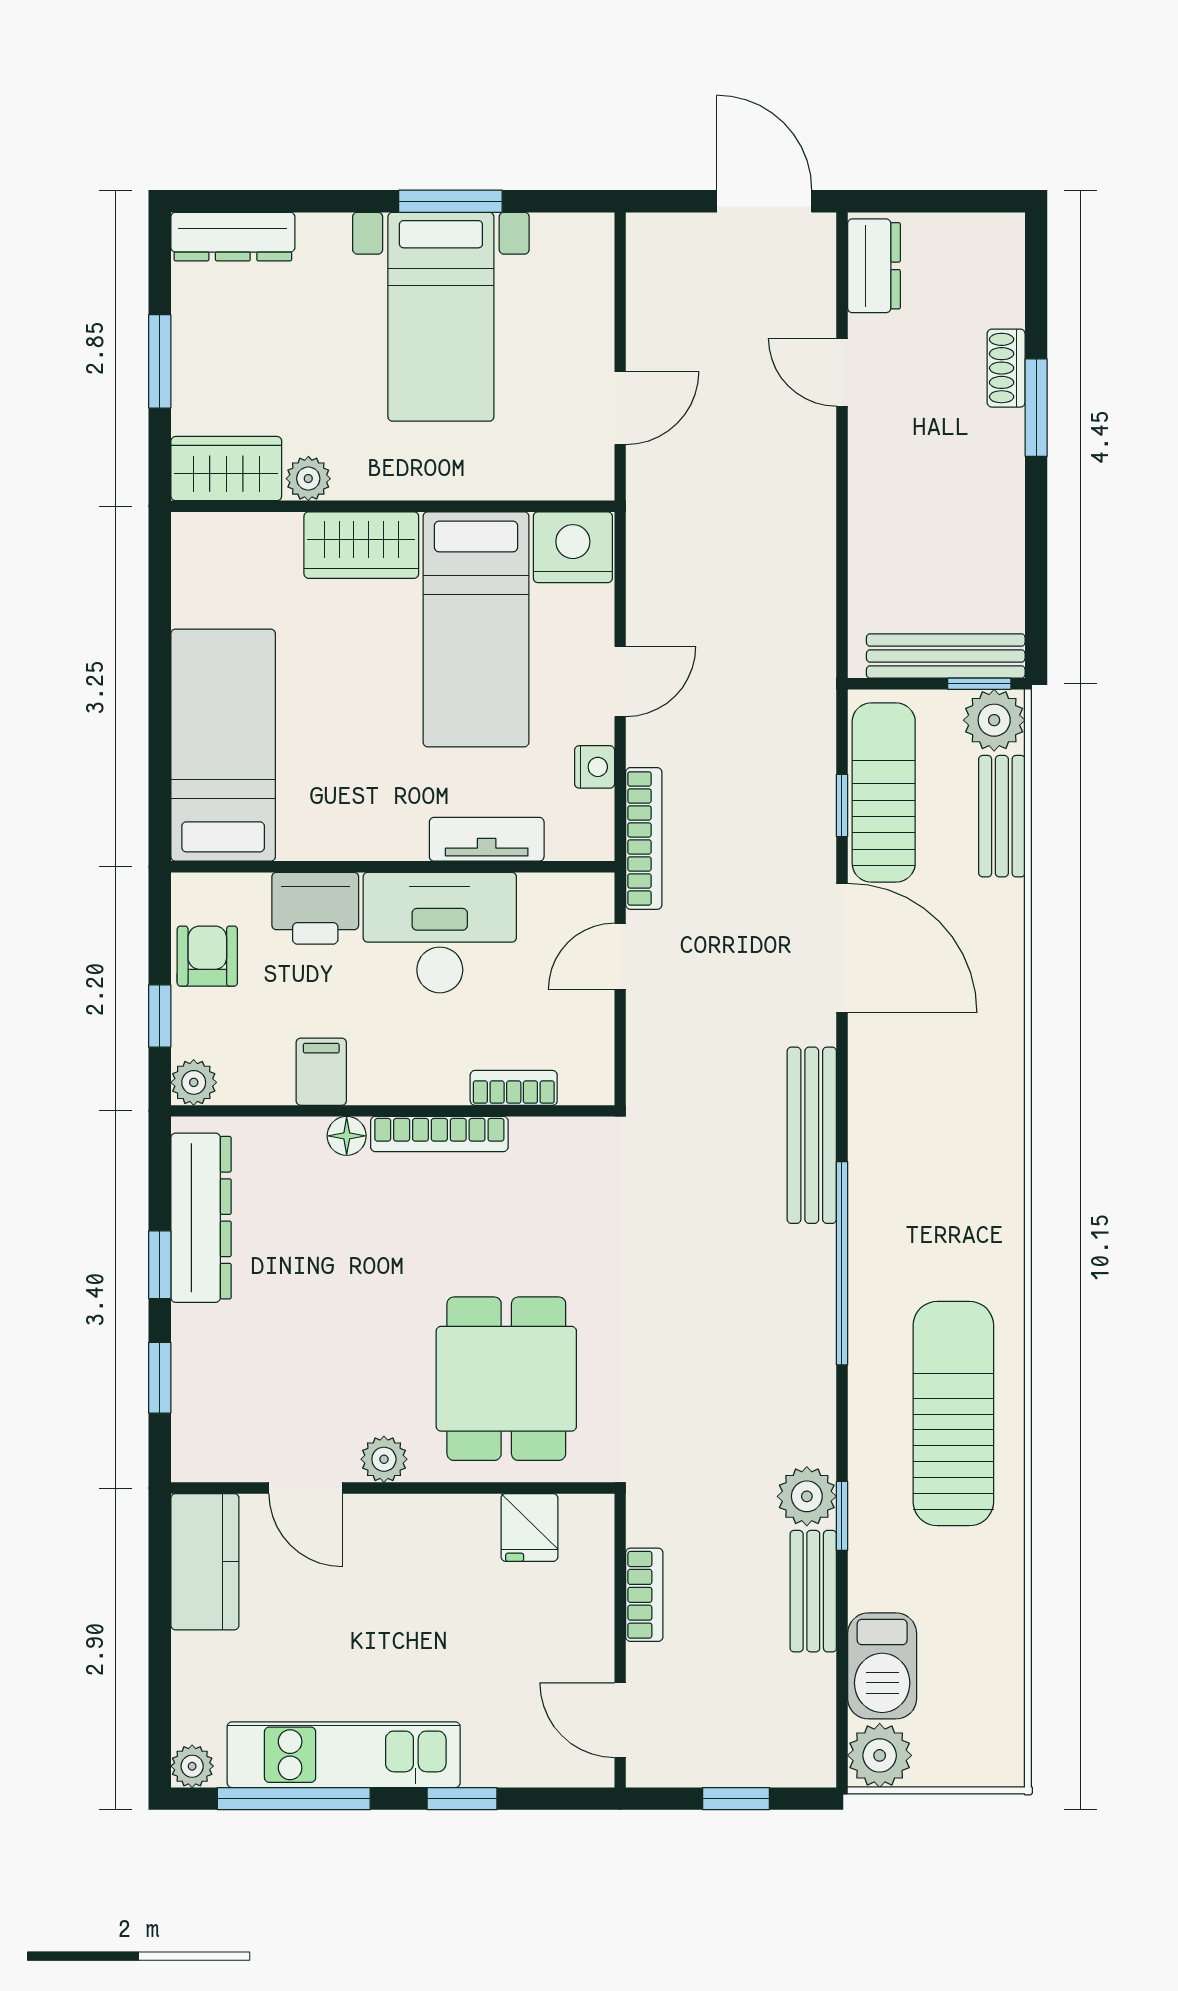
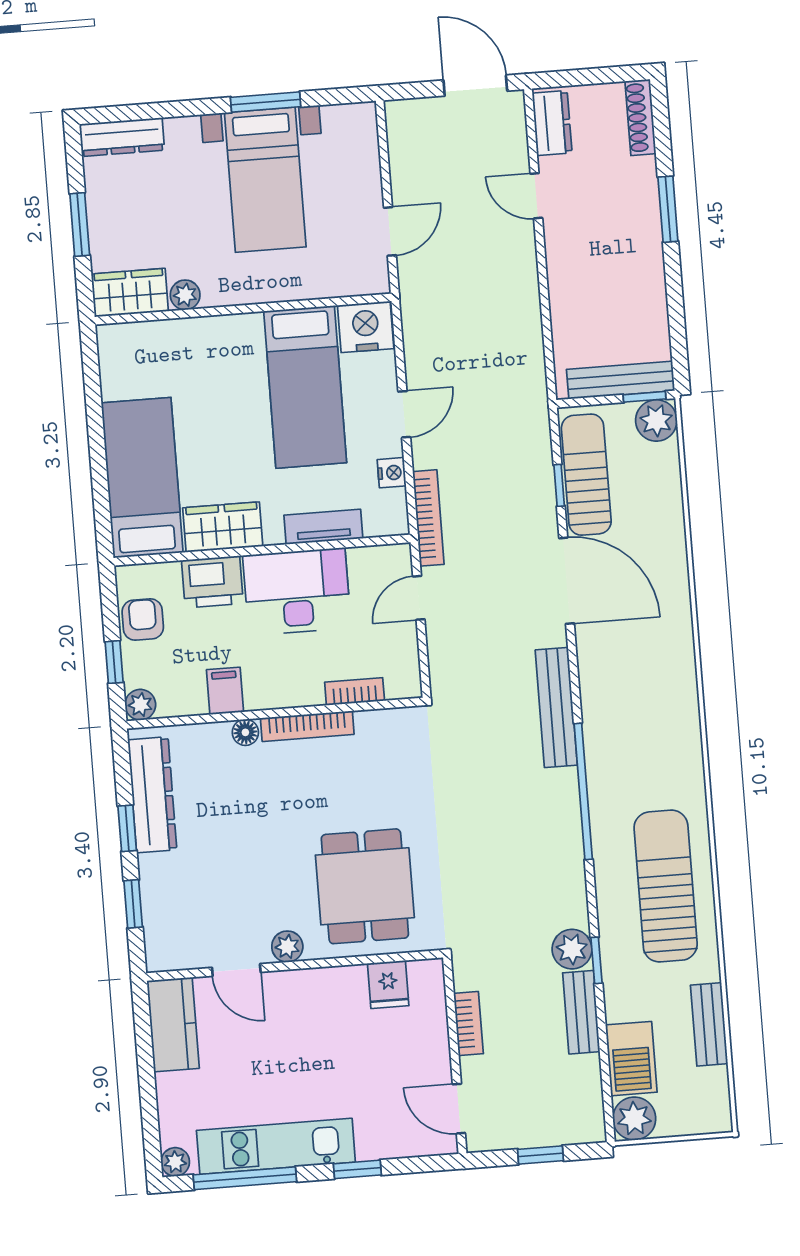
shoe rack: (1006, 368) -> (641, 117), moved, width x1.43
wardrobe: (361, 545) -> (223, 527), moved, turned 180
bench: (1002, 816) -> (709, 1024), moved

